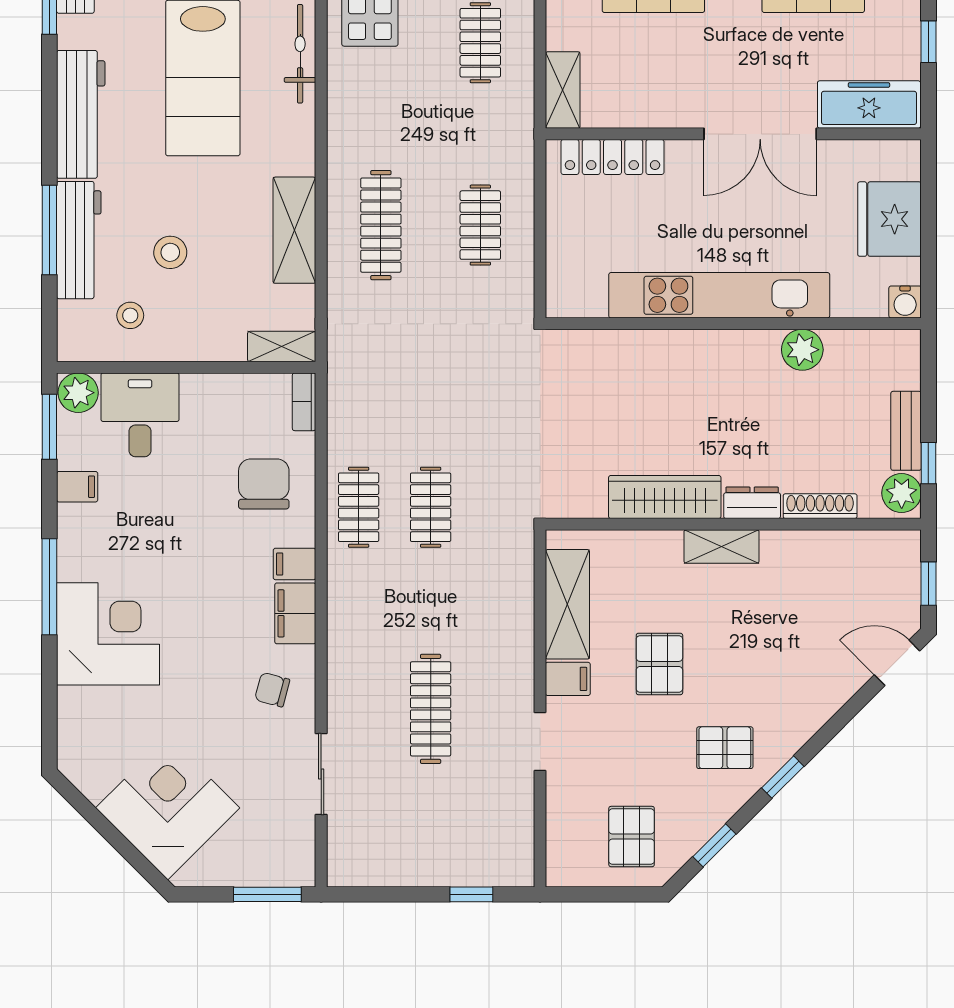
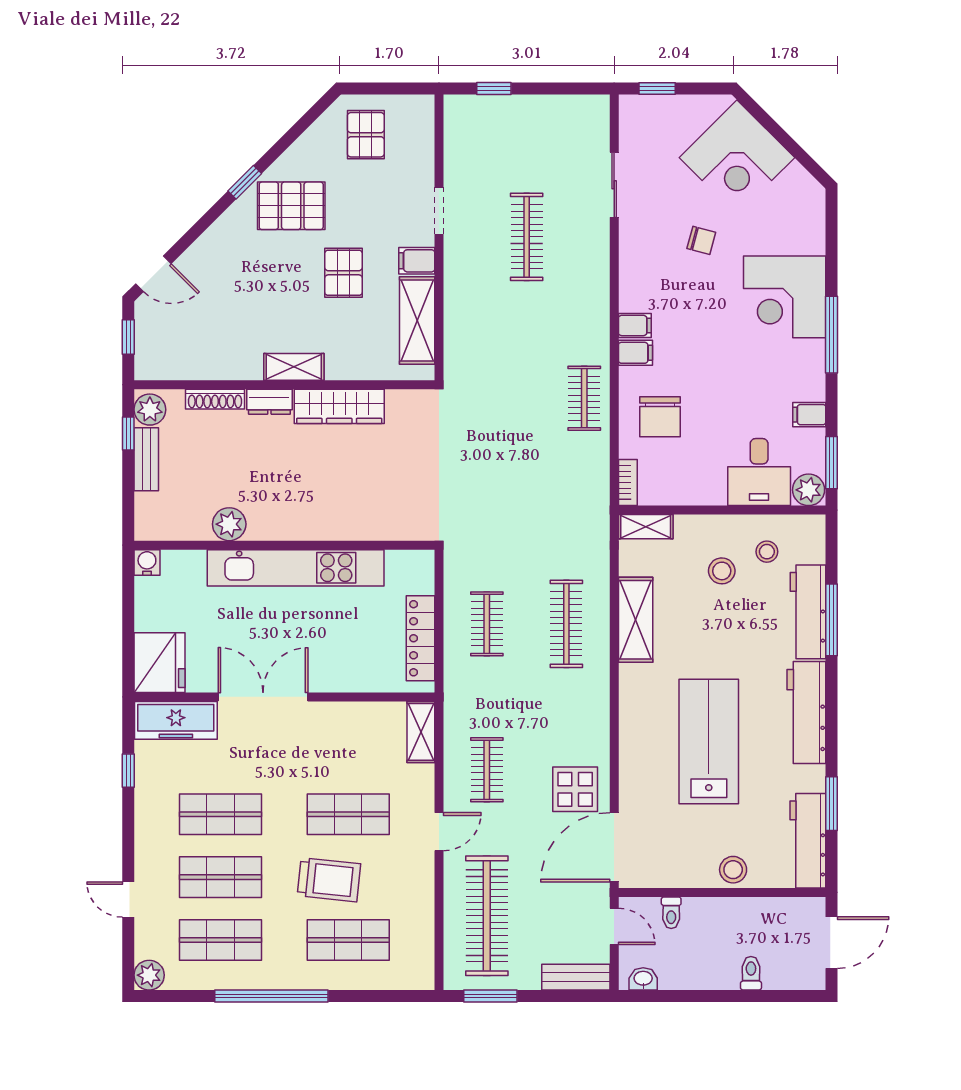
bicycle: (300, 54) -> (631, 761), removed
locker: (612, 157) -> (421, 638), moved, turned -90
fridge: (889, 219) -> (159, 663), moved
stool: (170, 252) -> (722, 571), moved
clothes rail: (431, 507) -> (527, 398), removed
filing cabinet: (295, 613) -> (635, 325), width x0.50
chair: (272, 690) -> (701, 240), moved
pallet: (725, 748) -> (291, 206), width x1.50, depth x1.42
window: (714, 845) -> (300, 128), removed
window: (267, 894) -> (657, 88), width x0.67

